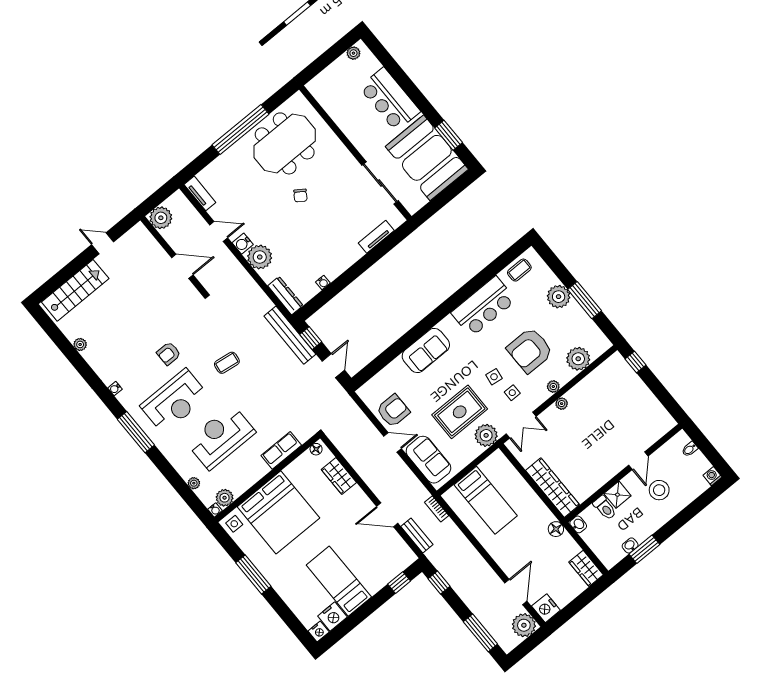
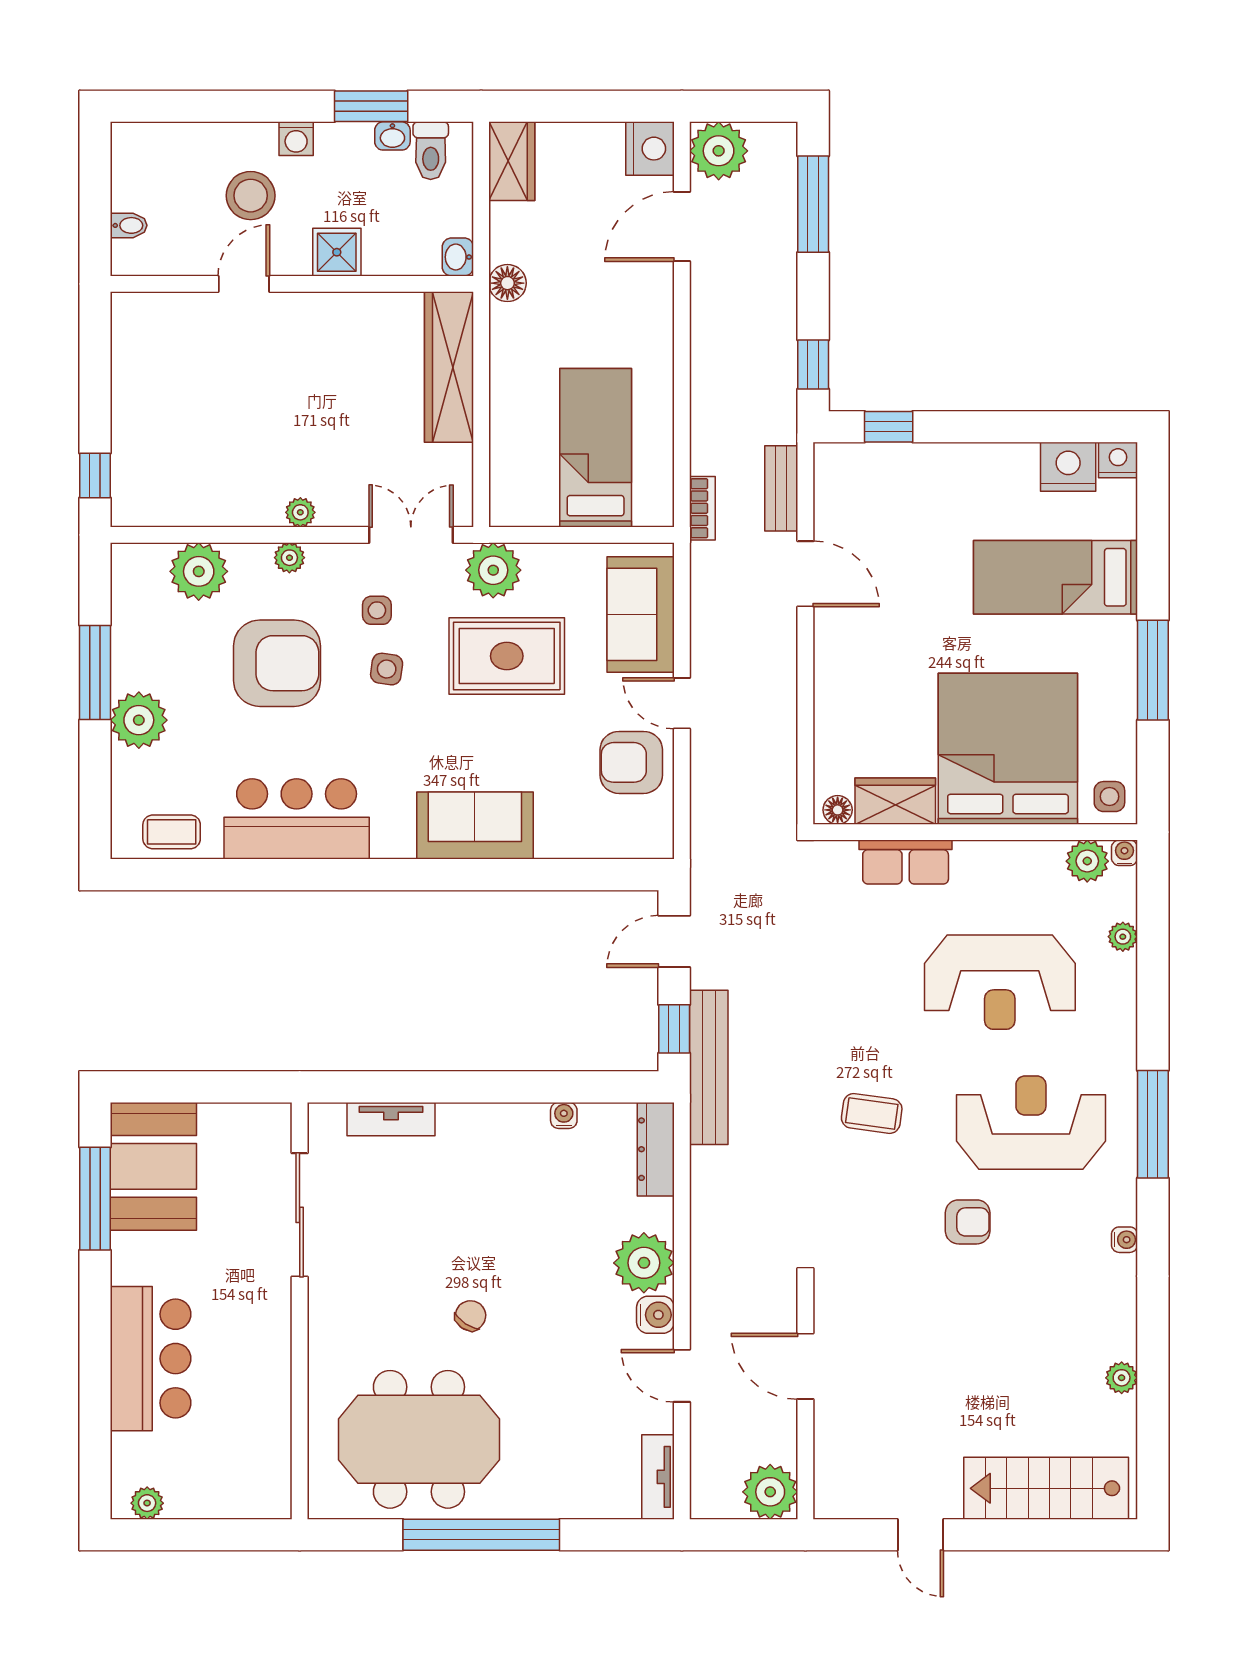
window: (449, 135) -> (95, 1199), width x1.44
booth: (427, 158) -> (153, 1166), width x0.73, depth x0.70
wardrobe: (339, 476) -> (895, 801), moved, turned -90
washing machine: (713, 476) -> (296, 139), moved
toilet: (605, 508) -> (431, 151), moved, turned 180
bed: (339, 581) -> (1055, 577), moved, turned 90

